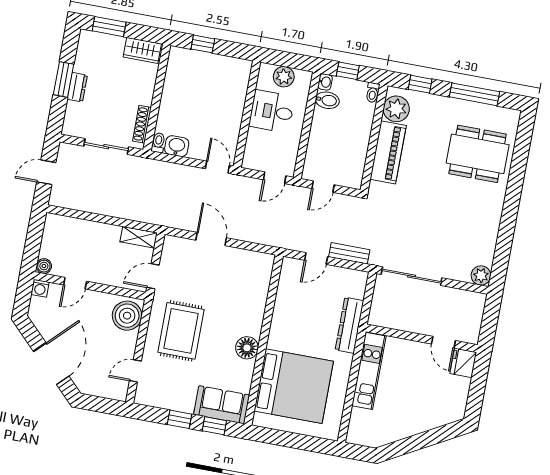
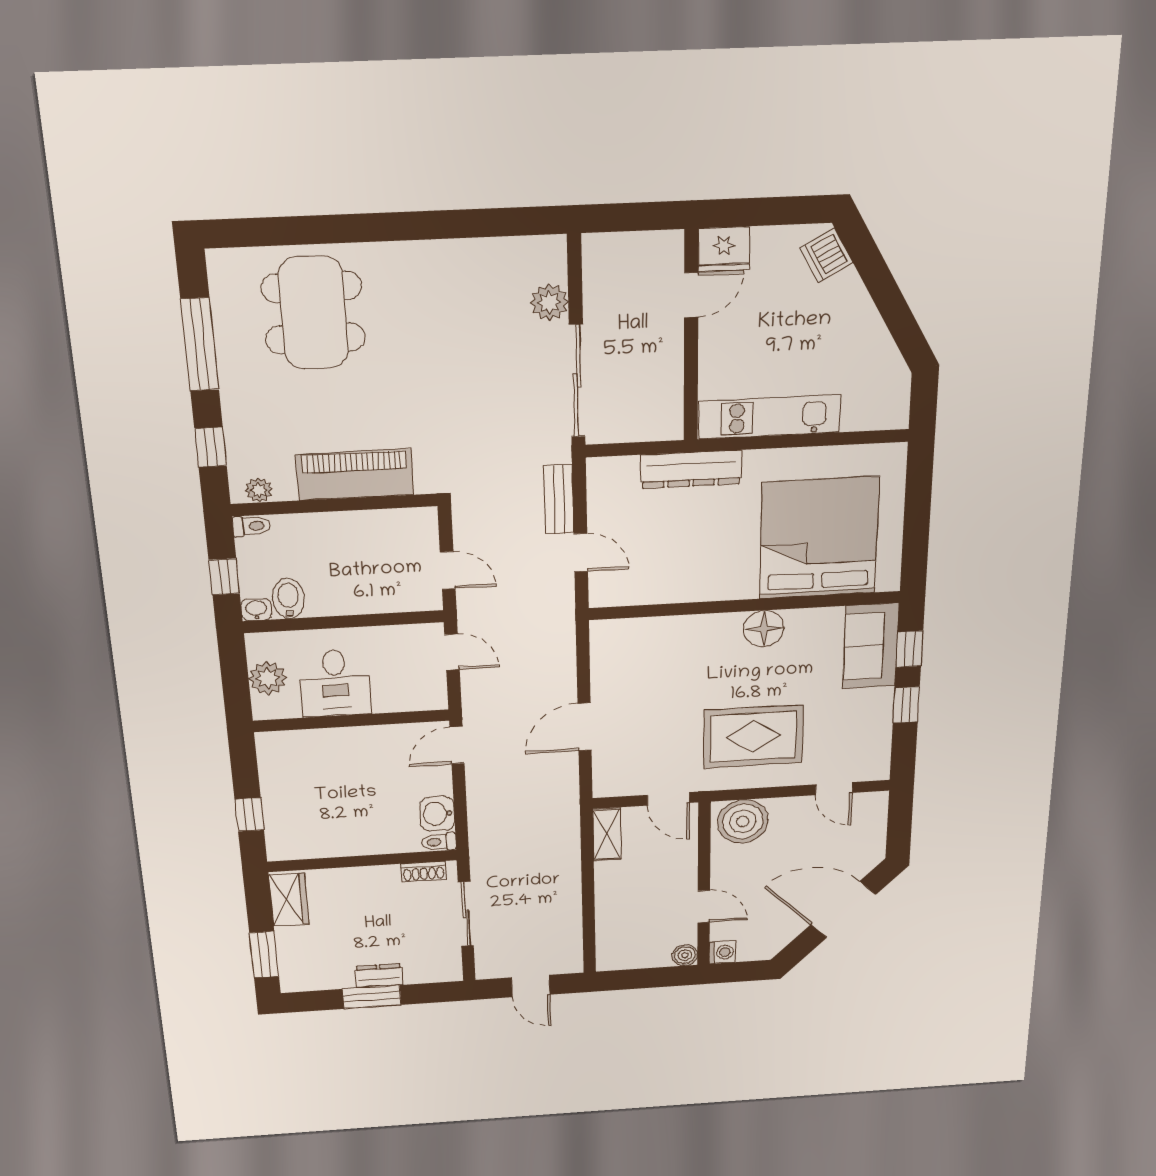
plant: (396, 109) -> (259, 490), width x0.53, depth x0.53
shoe rack: (142, 124) -> (424, 872), width x0.70
plant: (481, 275) -> (549, 302), moved
dishwasher: (448, 414) -> (827, 255), added

